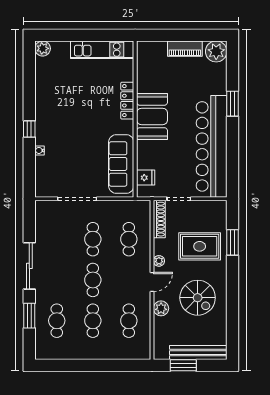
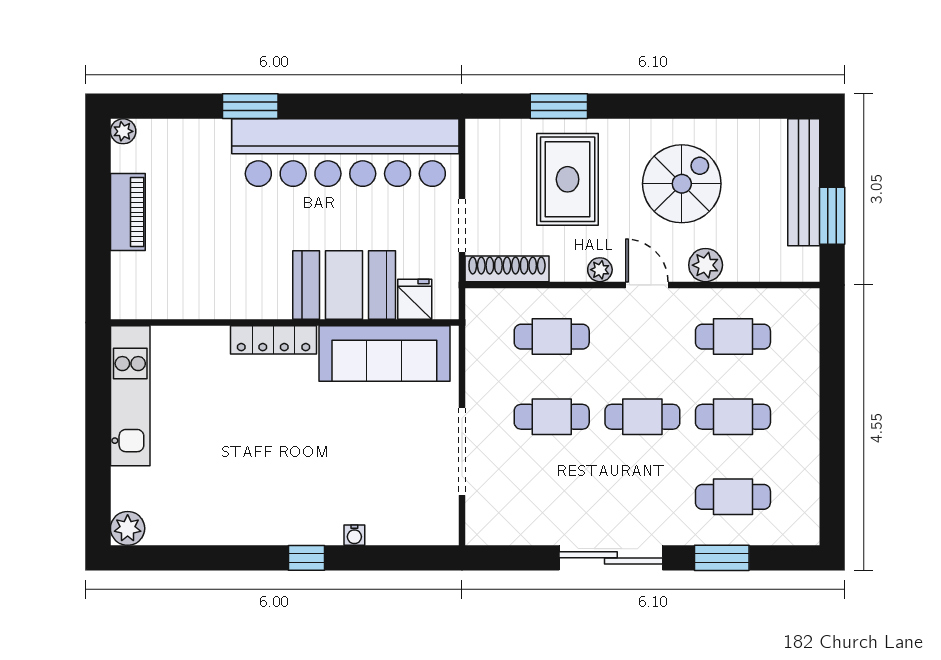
plant: (216, 51) -> (123, 131), width x0.53, depth x0.53
locker: (127, 101) -> (273, 340), moved
booth: (152, 116) -> (344, 285), moved

